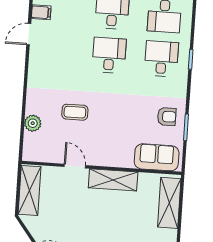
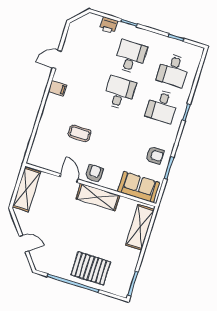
filing cabinet: (41, 12) -> (58, 88), moved
desk: (161, 59) -> (162, 106), turned 180
plant: (33, 123) -> (42, 134), removed
armchair: (103, 154) -> (94, 173), added

